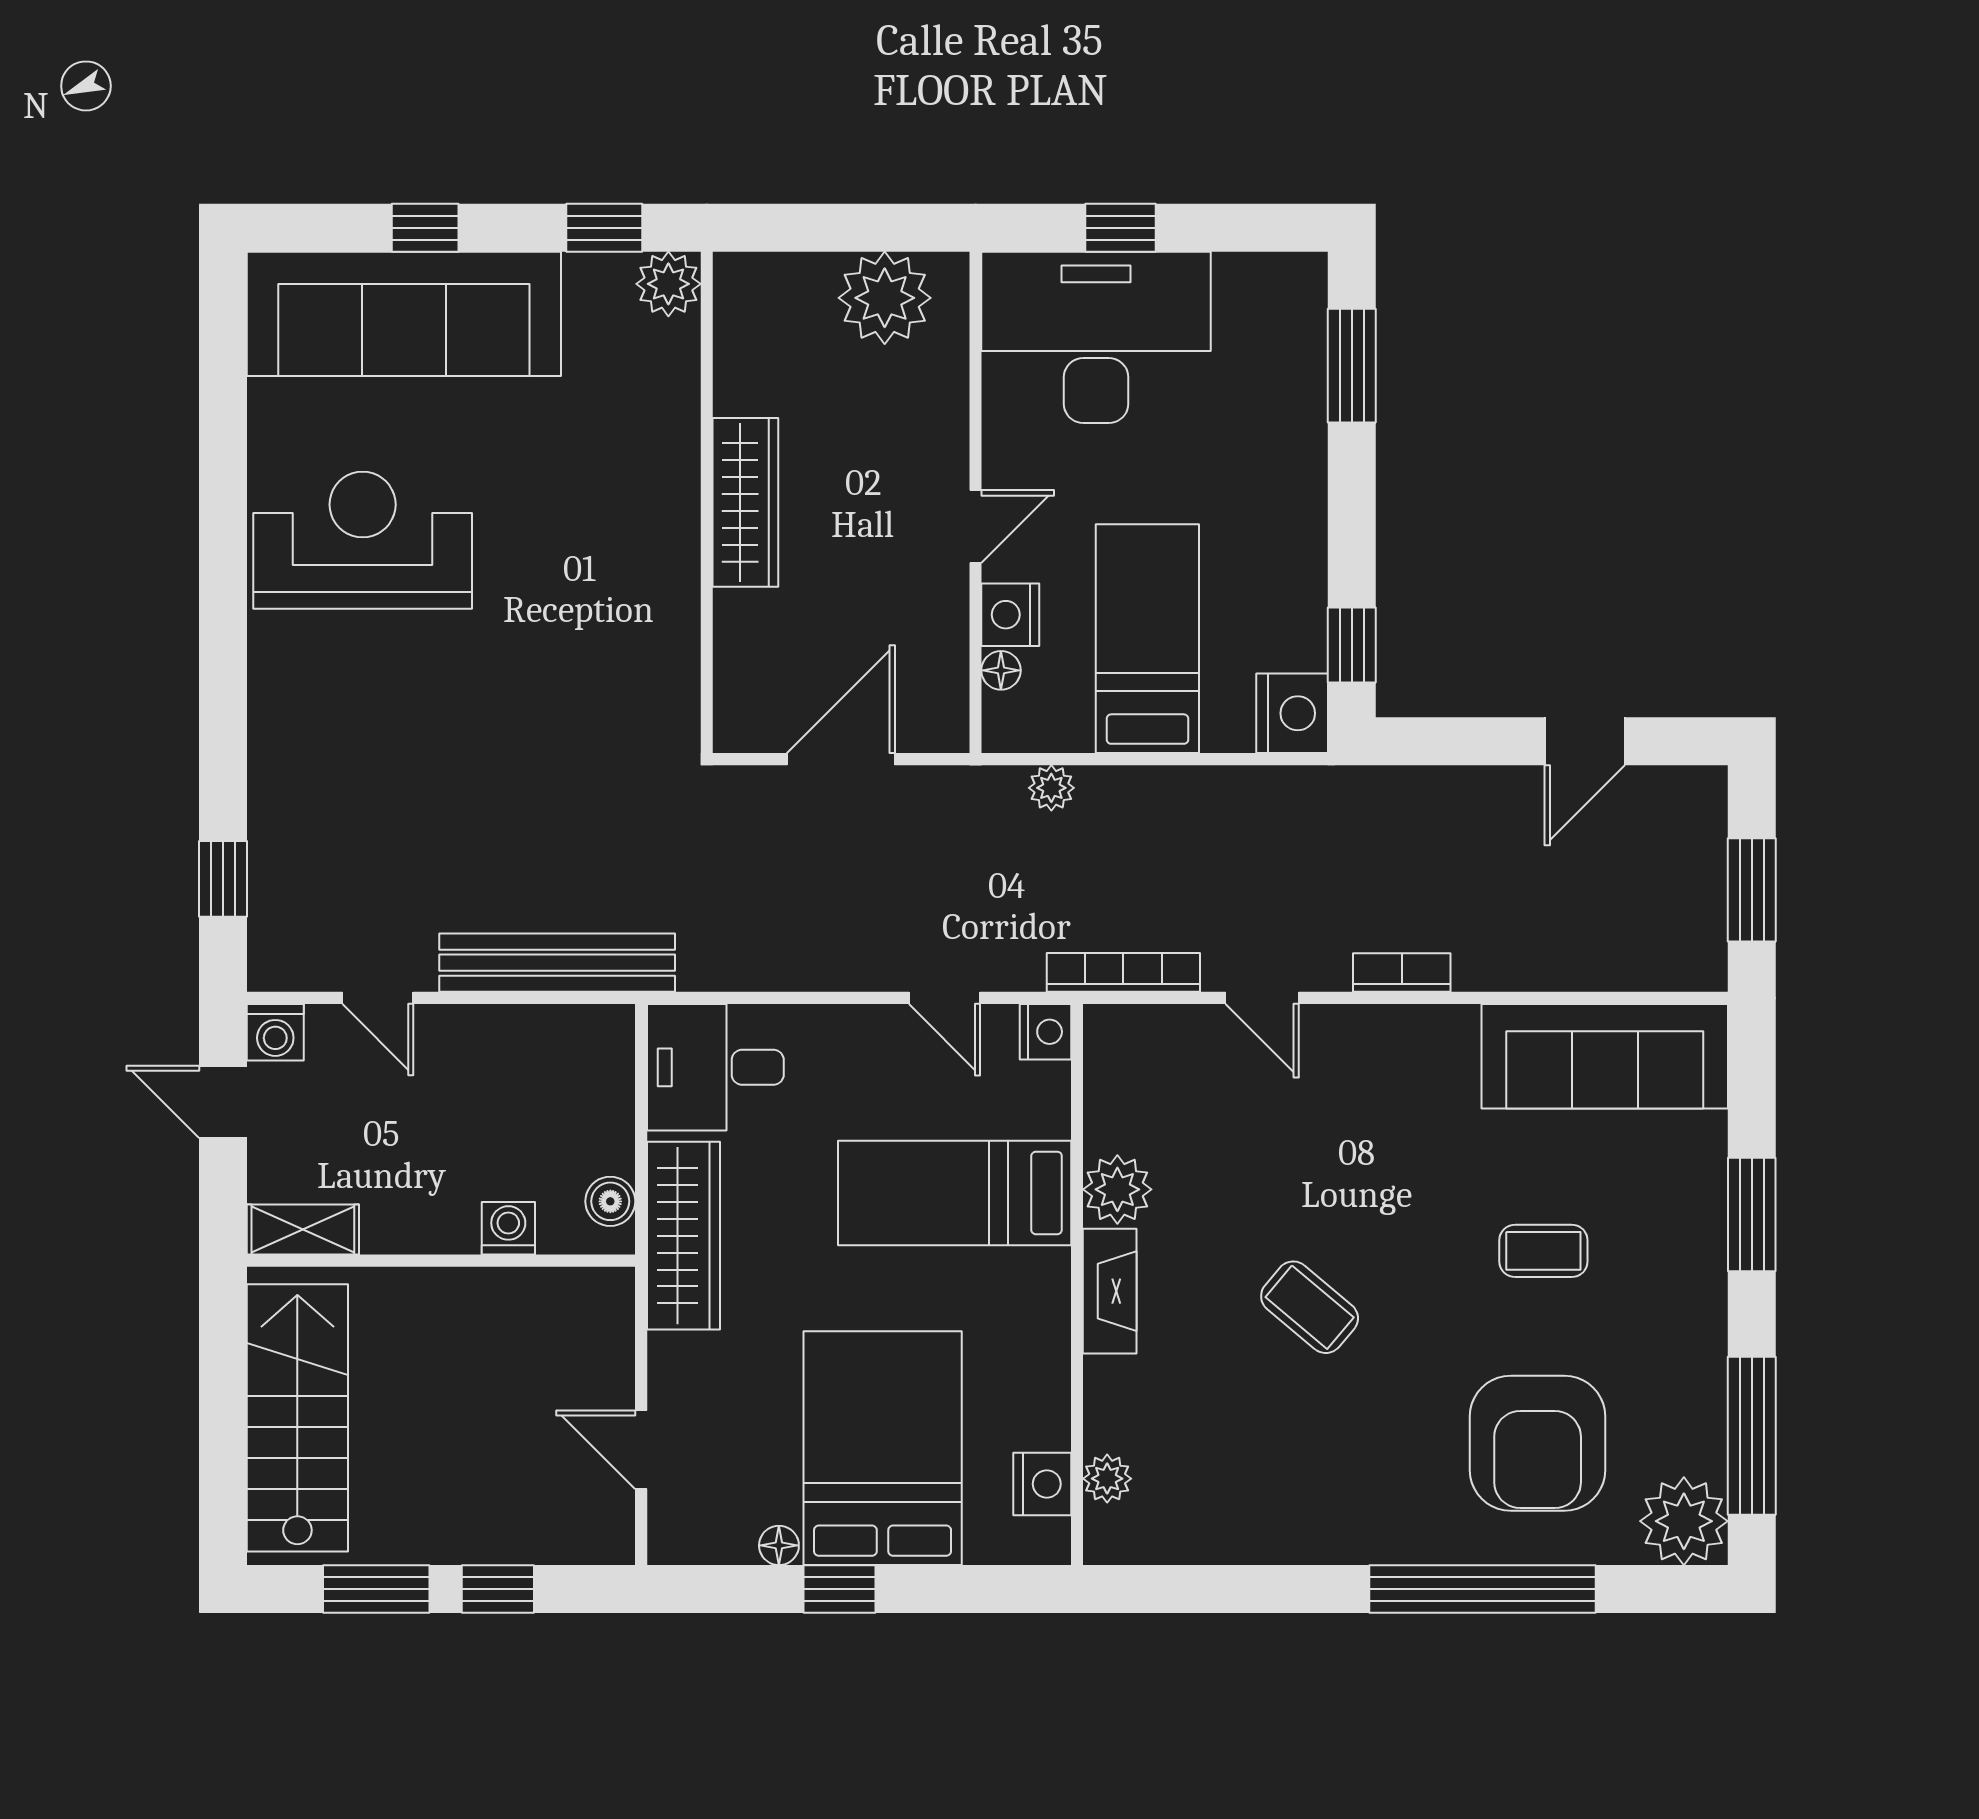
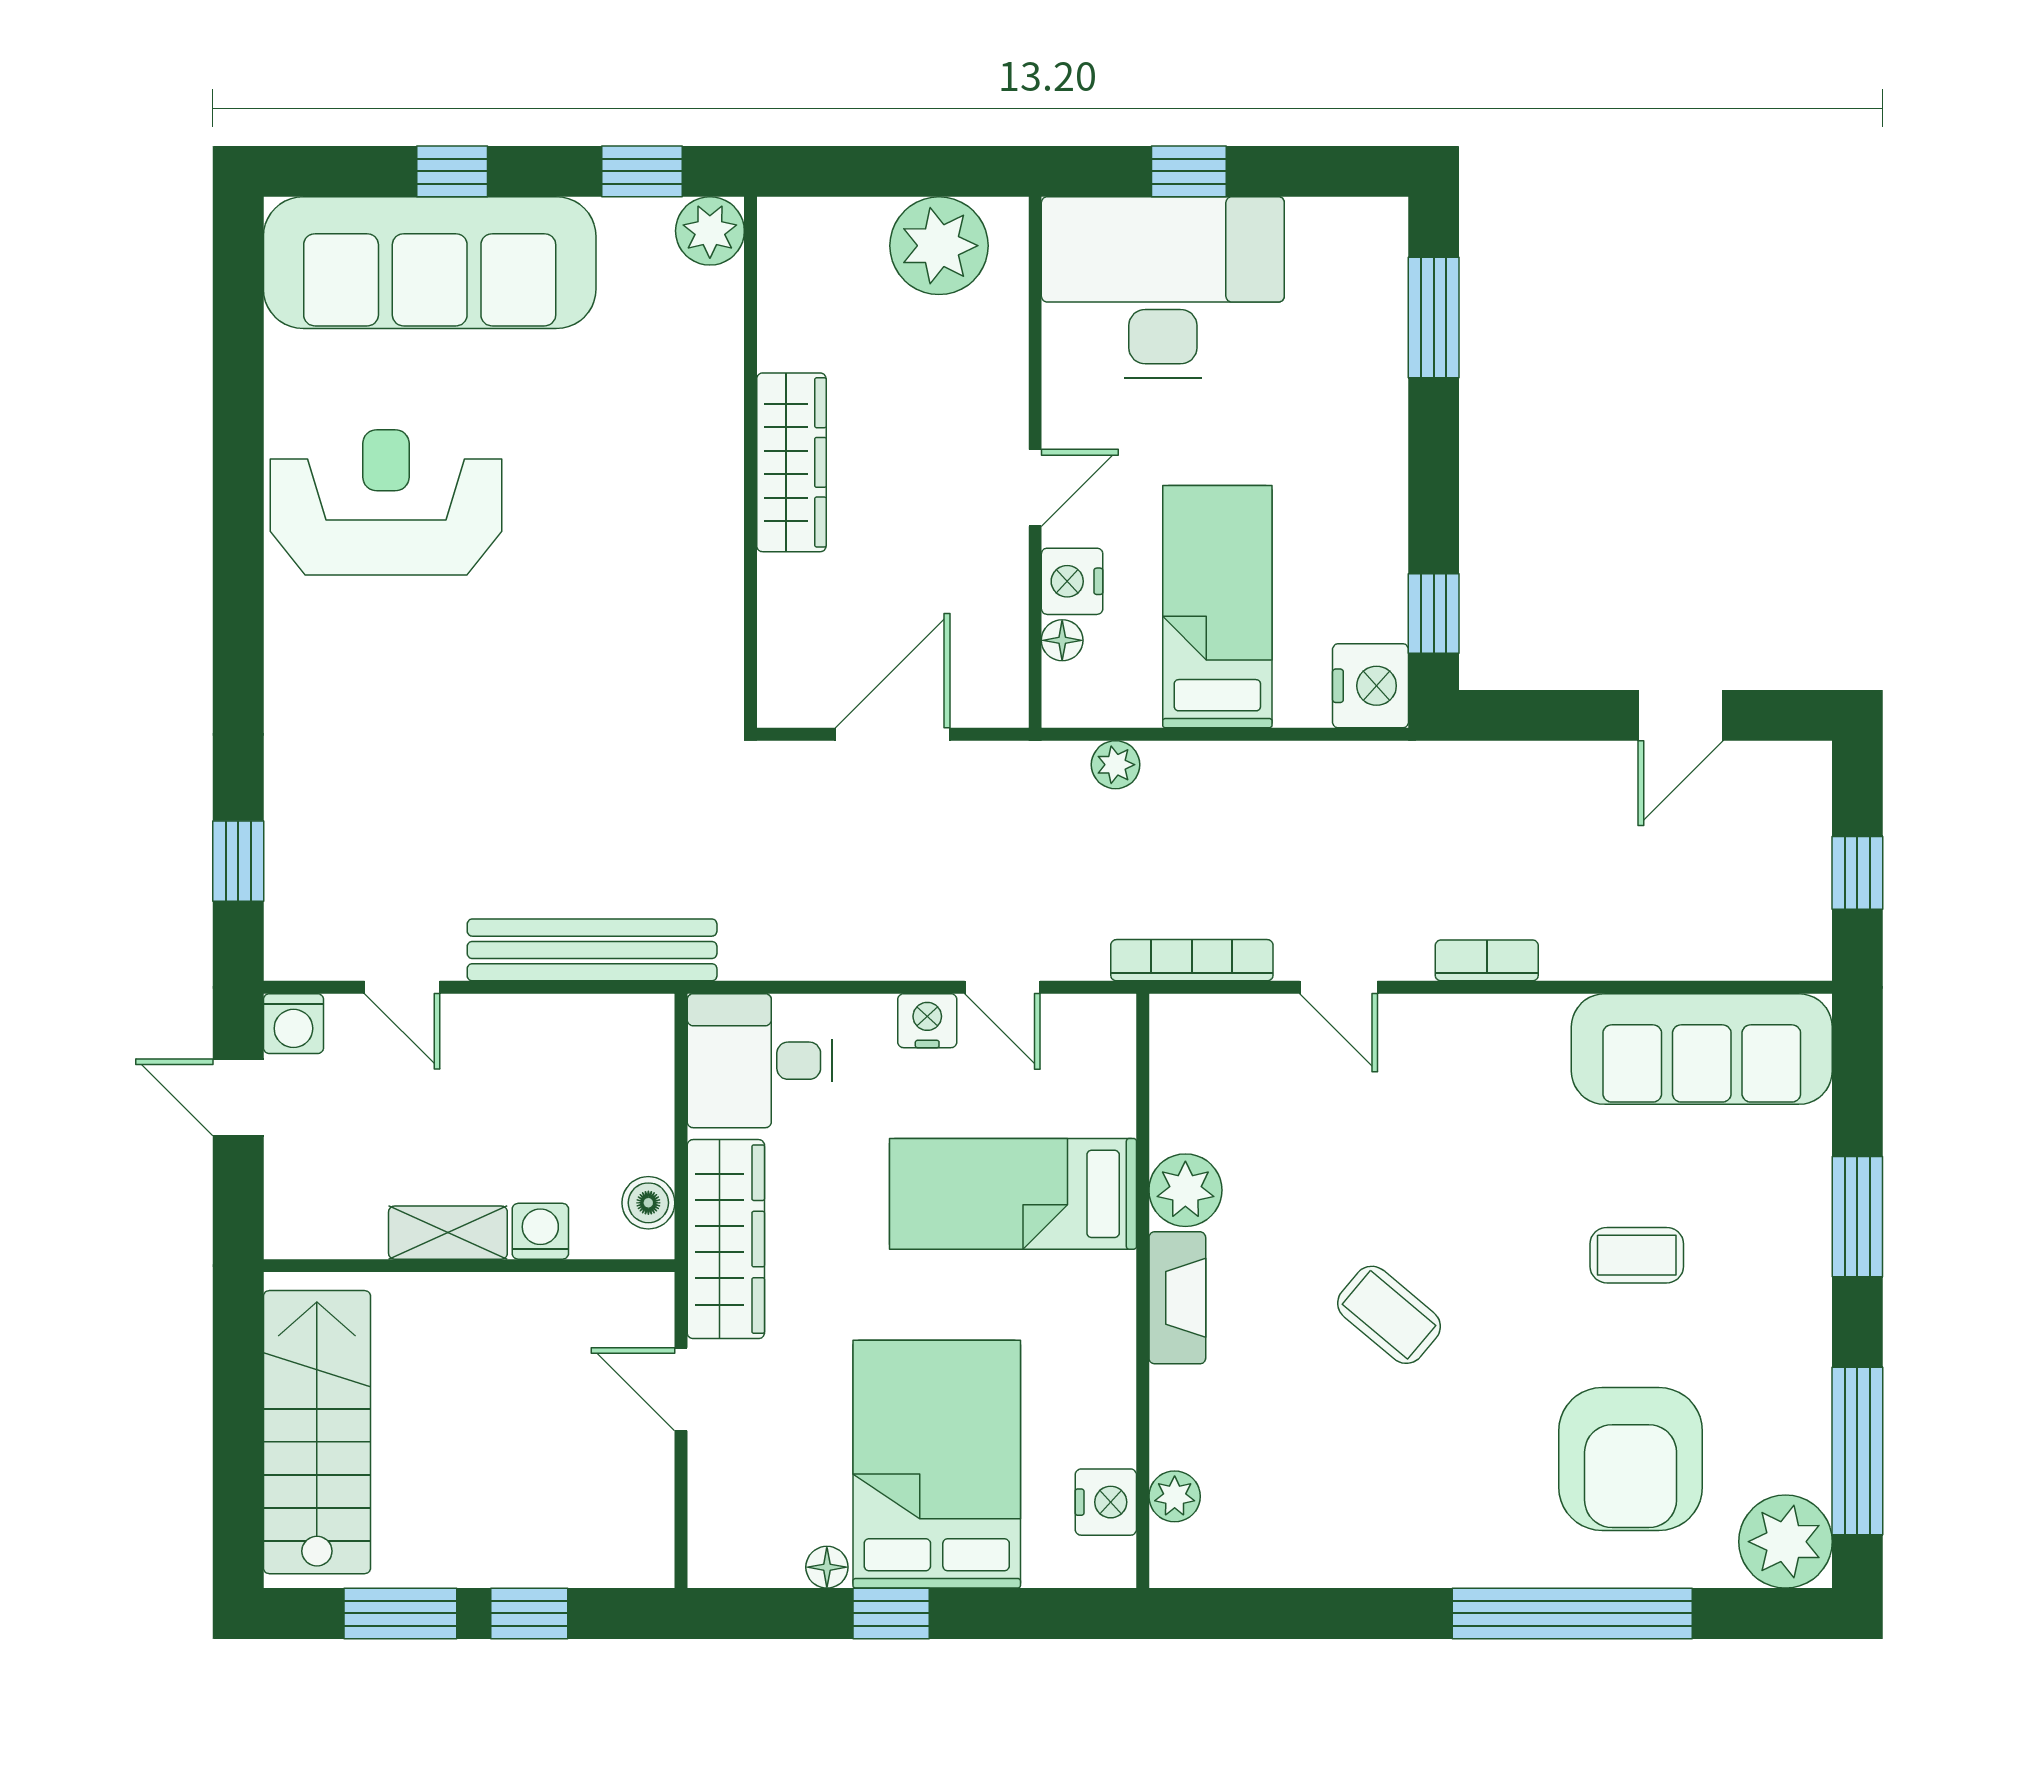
window: (1752, 890) -> (1857, 873), width x0.67
nightstand: (1045, 1032) -> (927, 1021), moved, turned -90
shelving: (303, 1230) -> (448, 1233), moved
door: (641, 1450) -> (681, 1389), moved

